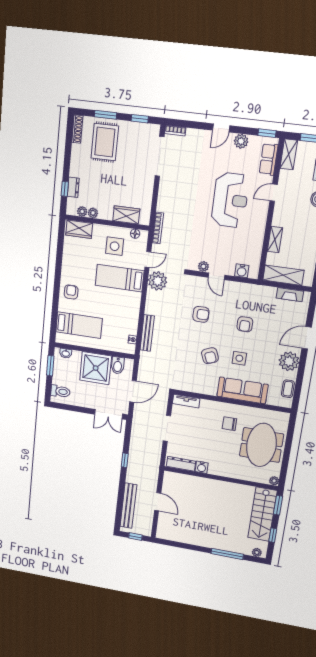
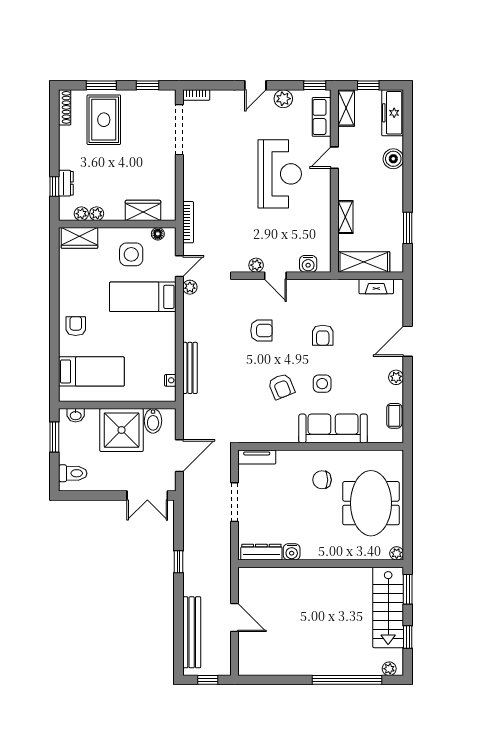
plant: (158, 281) -> (190, 287), width x0.53, depth x0.53
plant: (289, 361) -> (396, 377), width x0.53, depth x0.53
window: (227, 554) -> (347, 680), width x1.46

